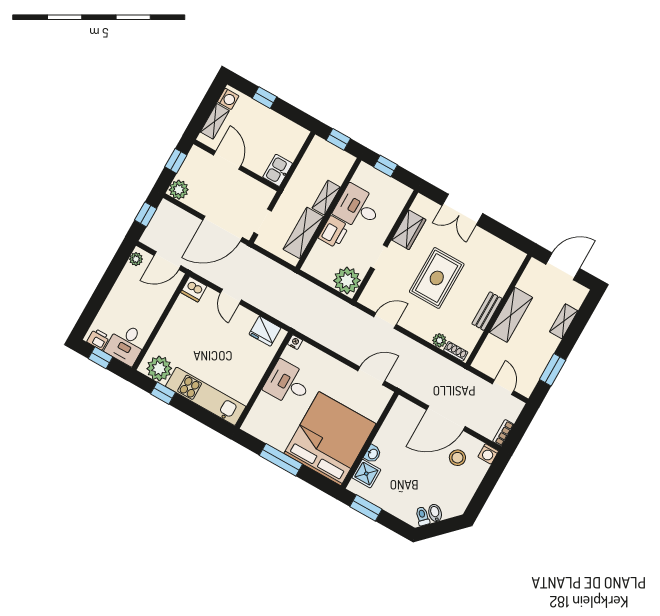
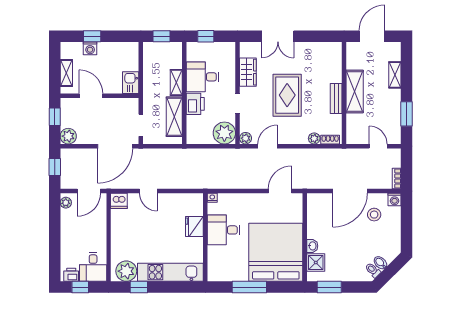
washing machine: (228, 99) -> (90, 48), moved, turned 90
plant: (366, 299) -> (246, 138), added
fridge: (265, 331) -> (194, 227), moved, turned 90

